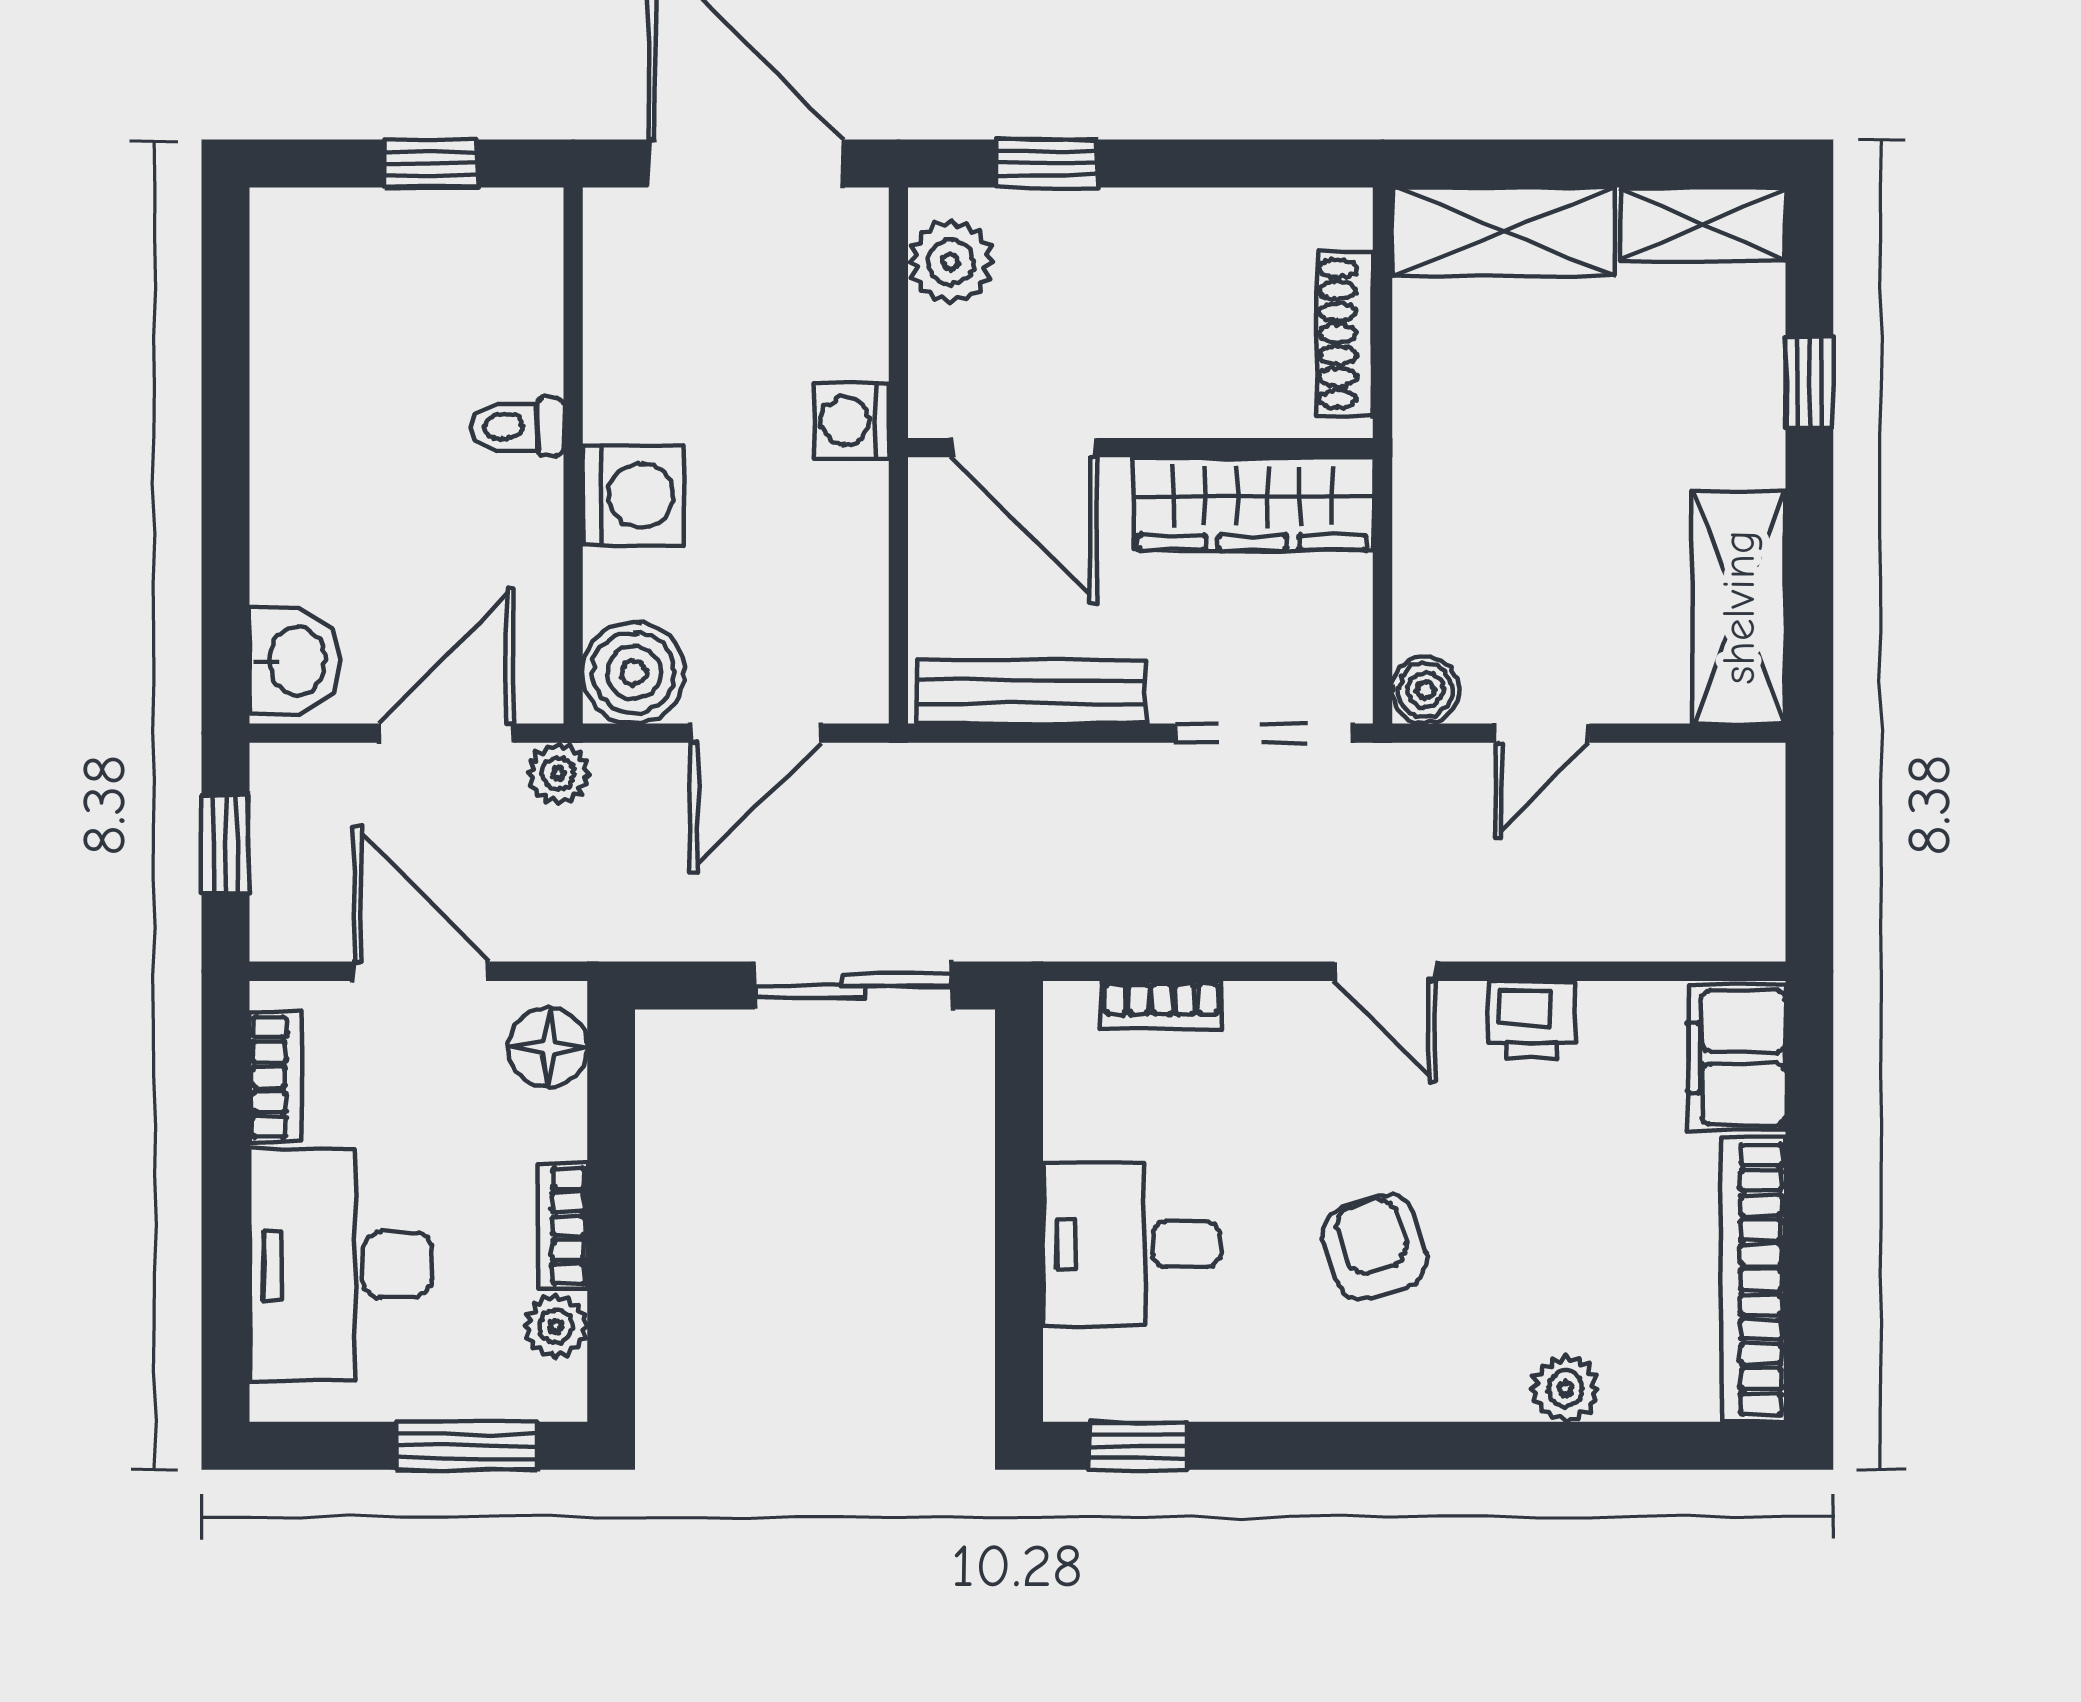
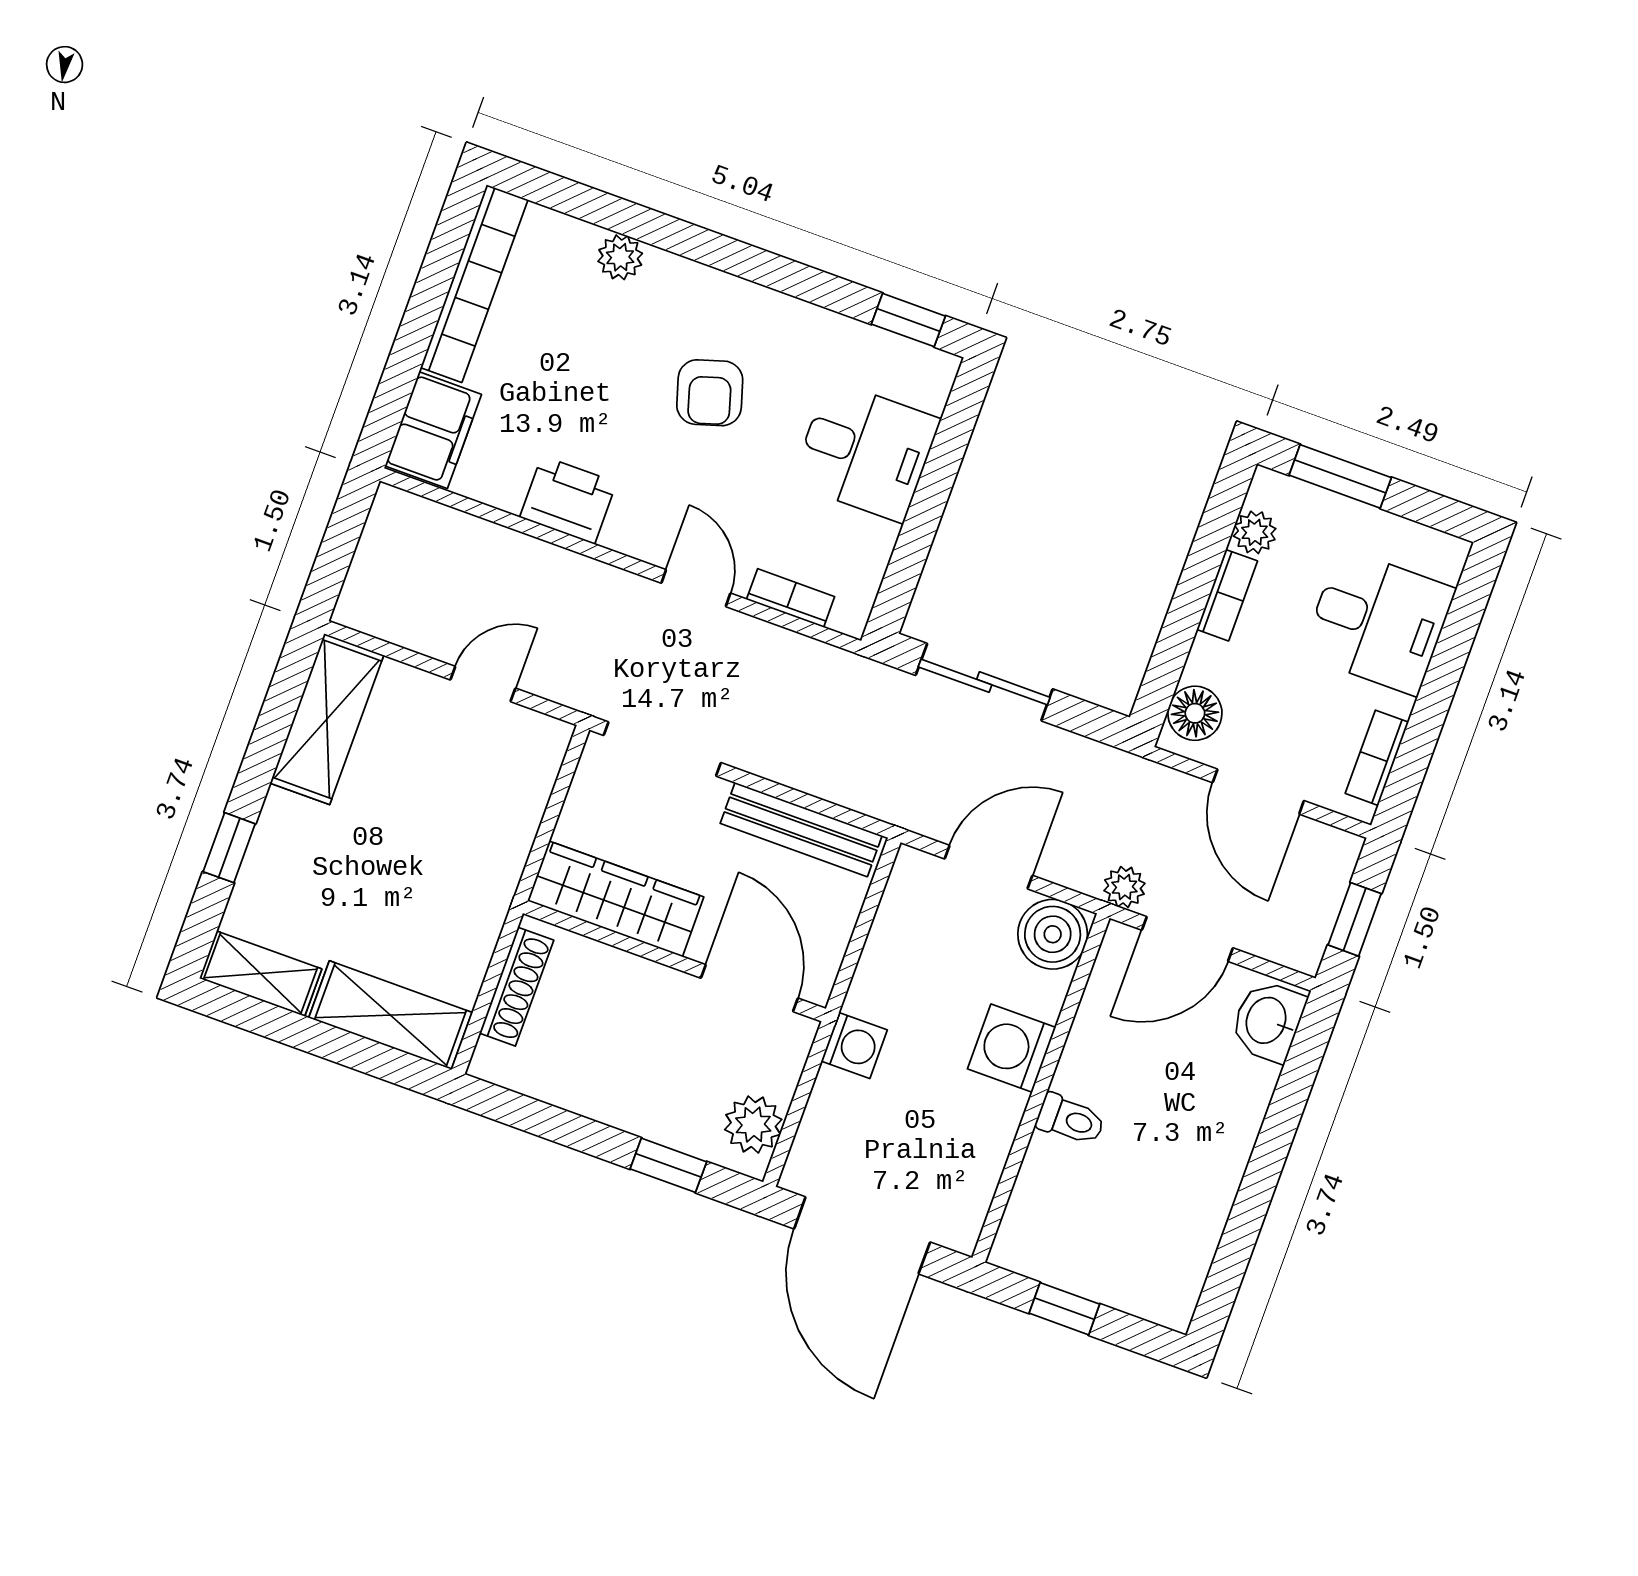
boiler: (1426, 690) -> (548, 739), removed
door: (1385, 971) -> (696, 588), moved
printer: (1532, 1020) -> (568, 500), width x1.36, depth x1.24
desk: (341, 1265) -> (1378, 622), width x0.73

